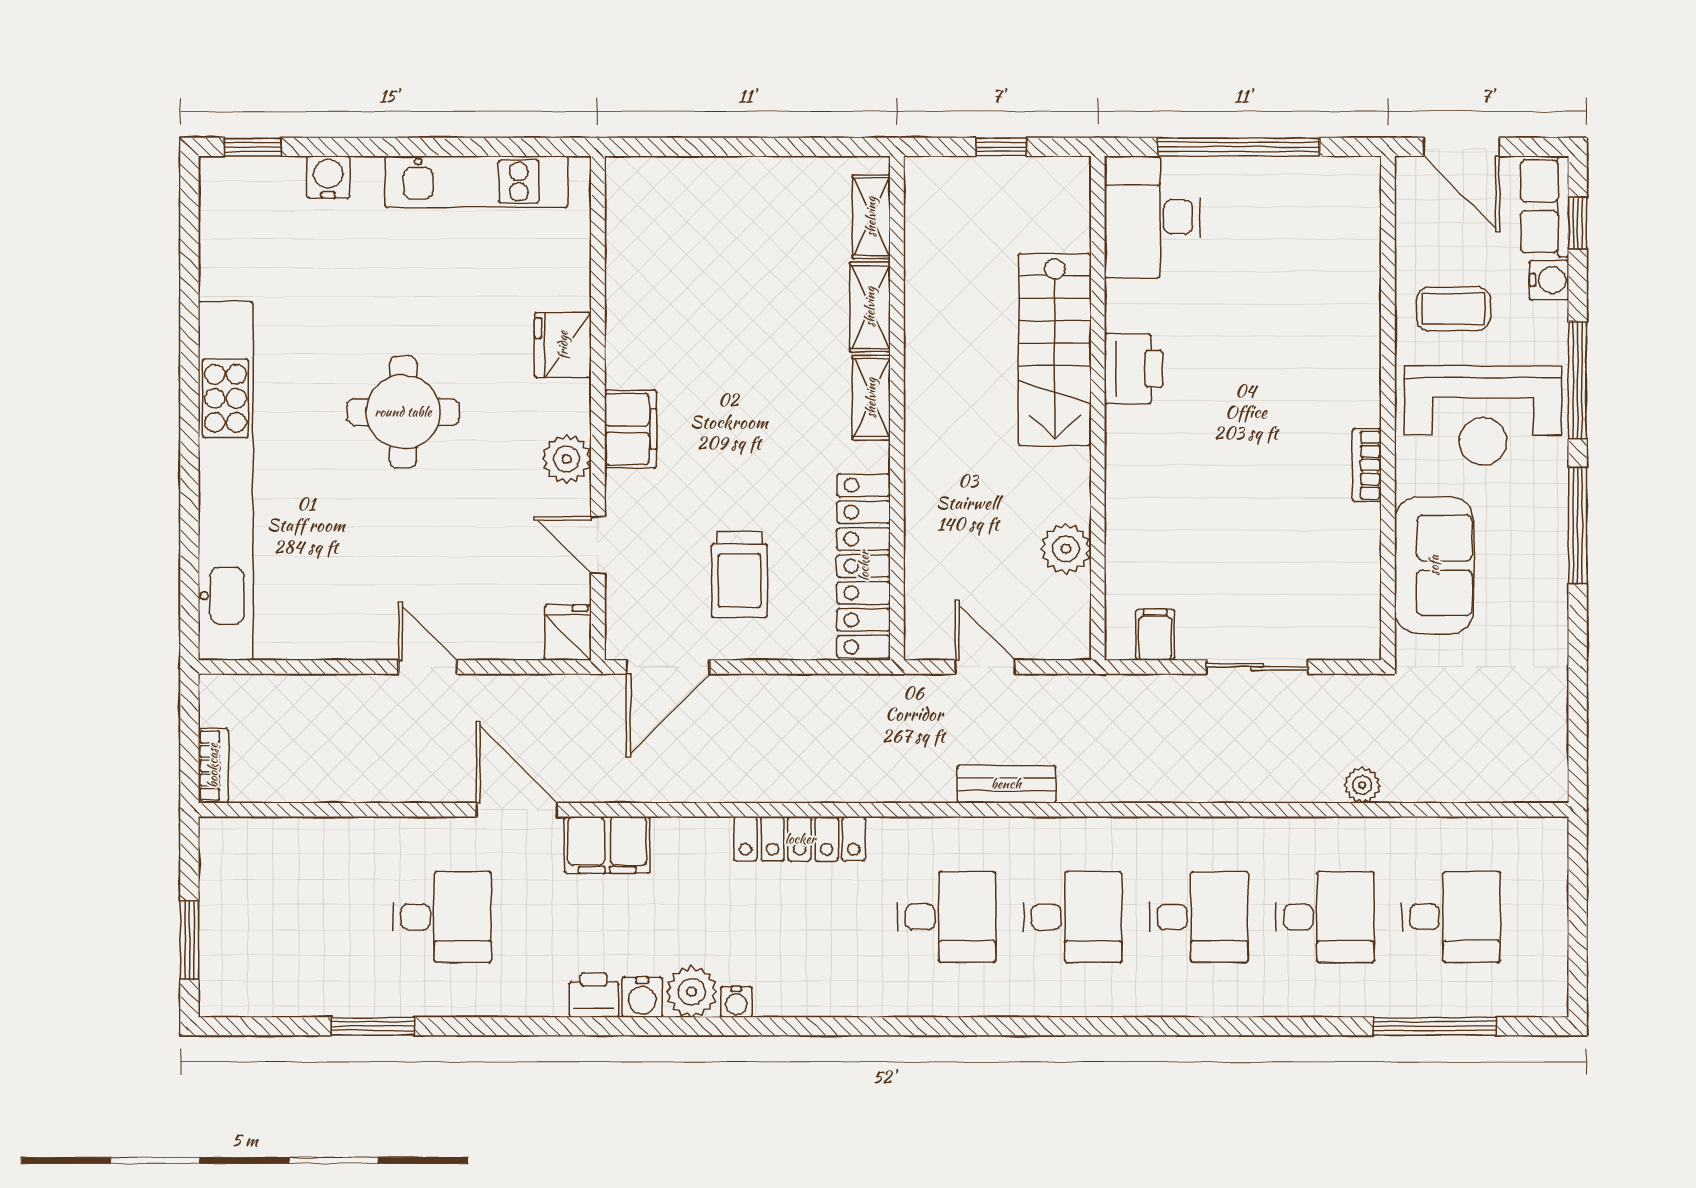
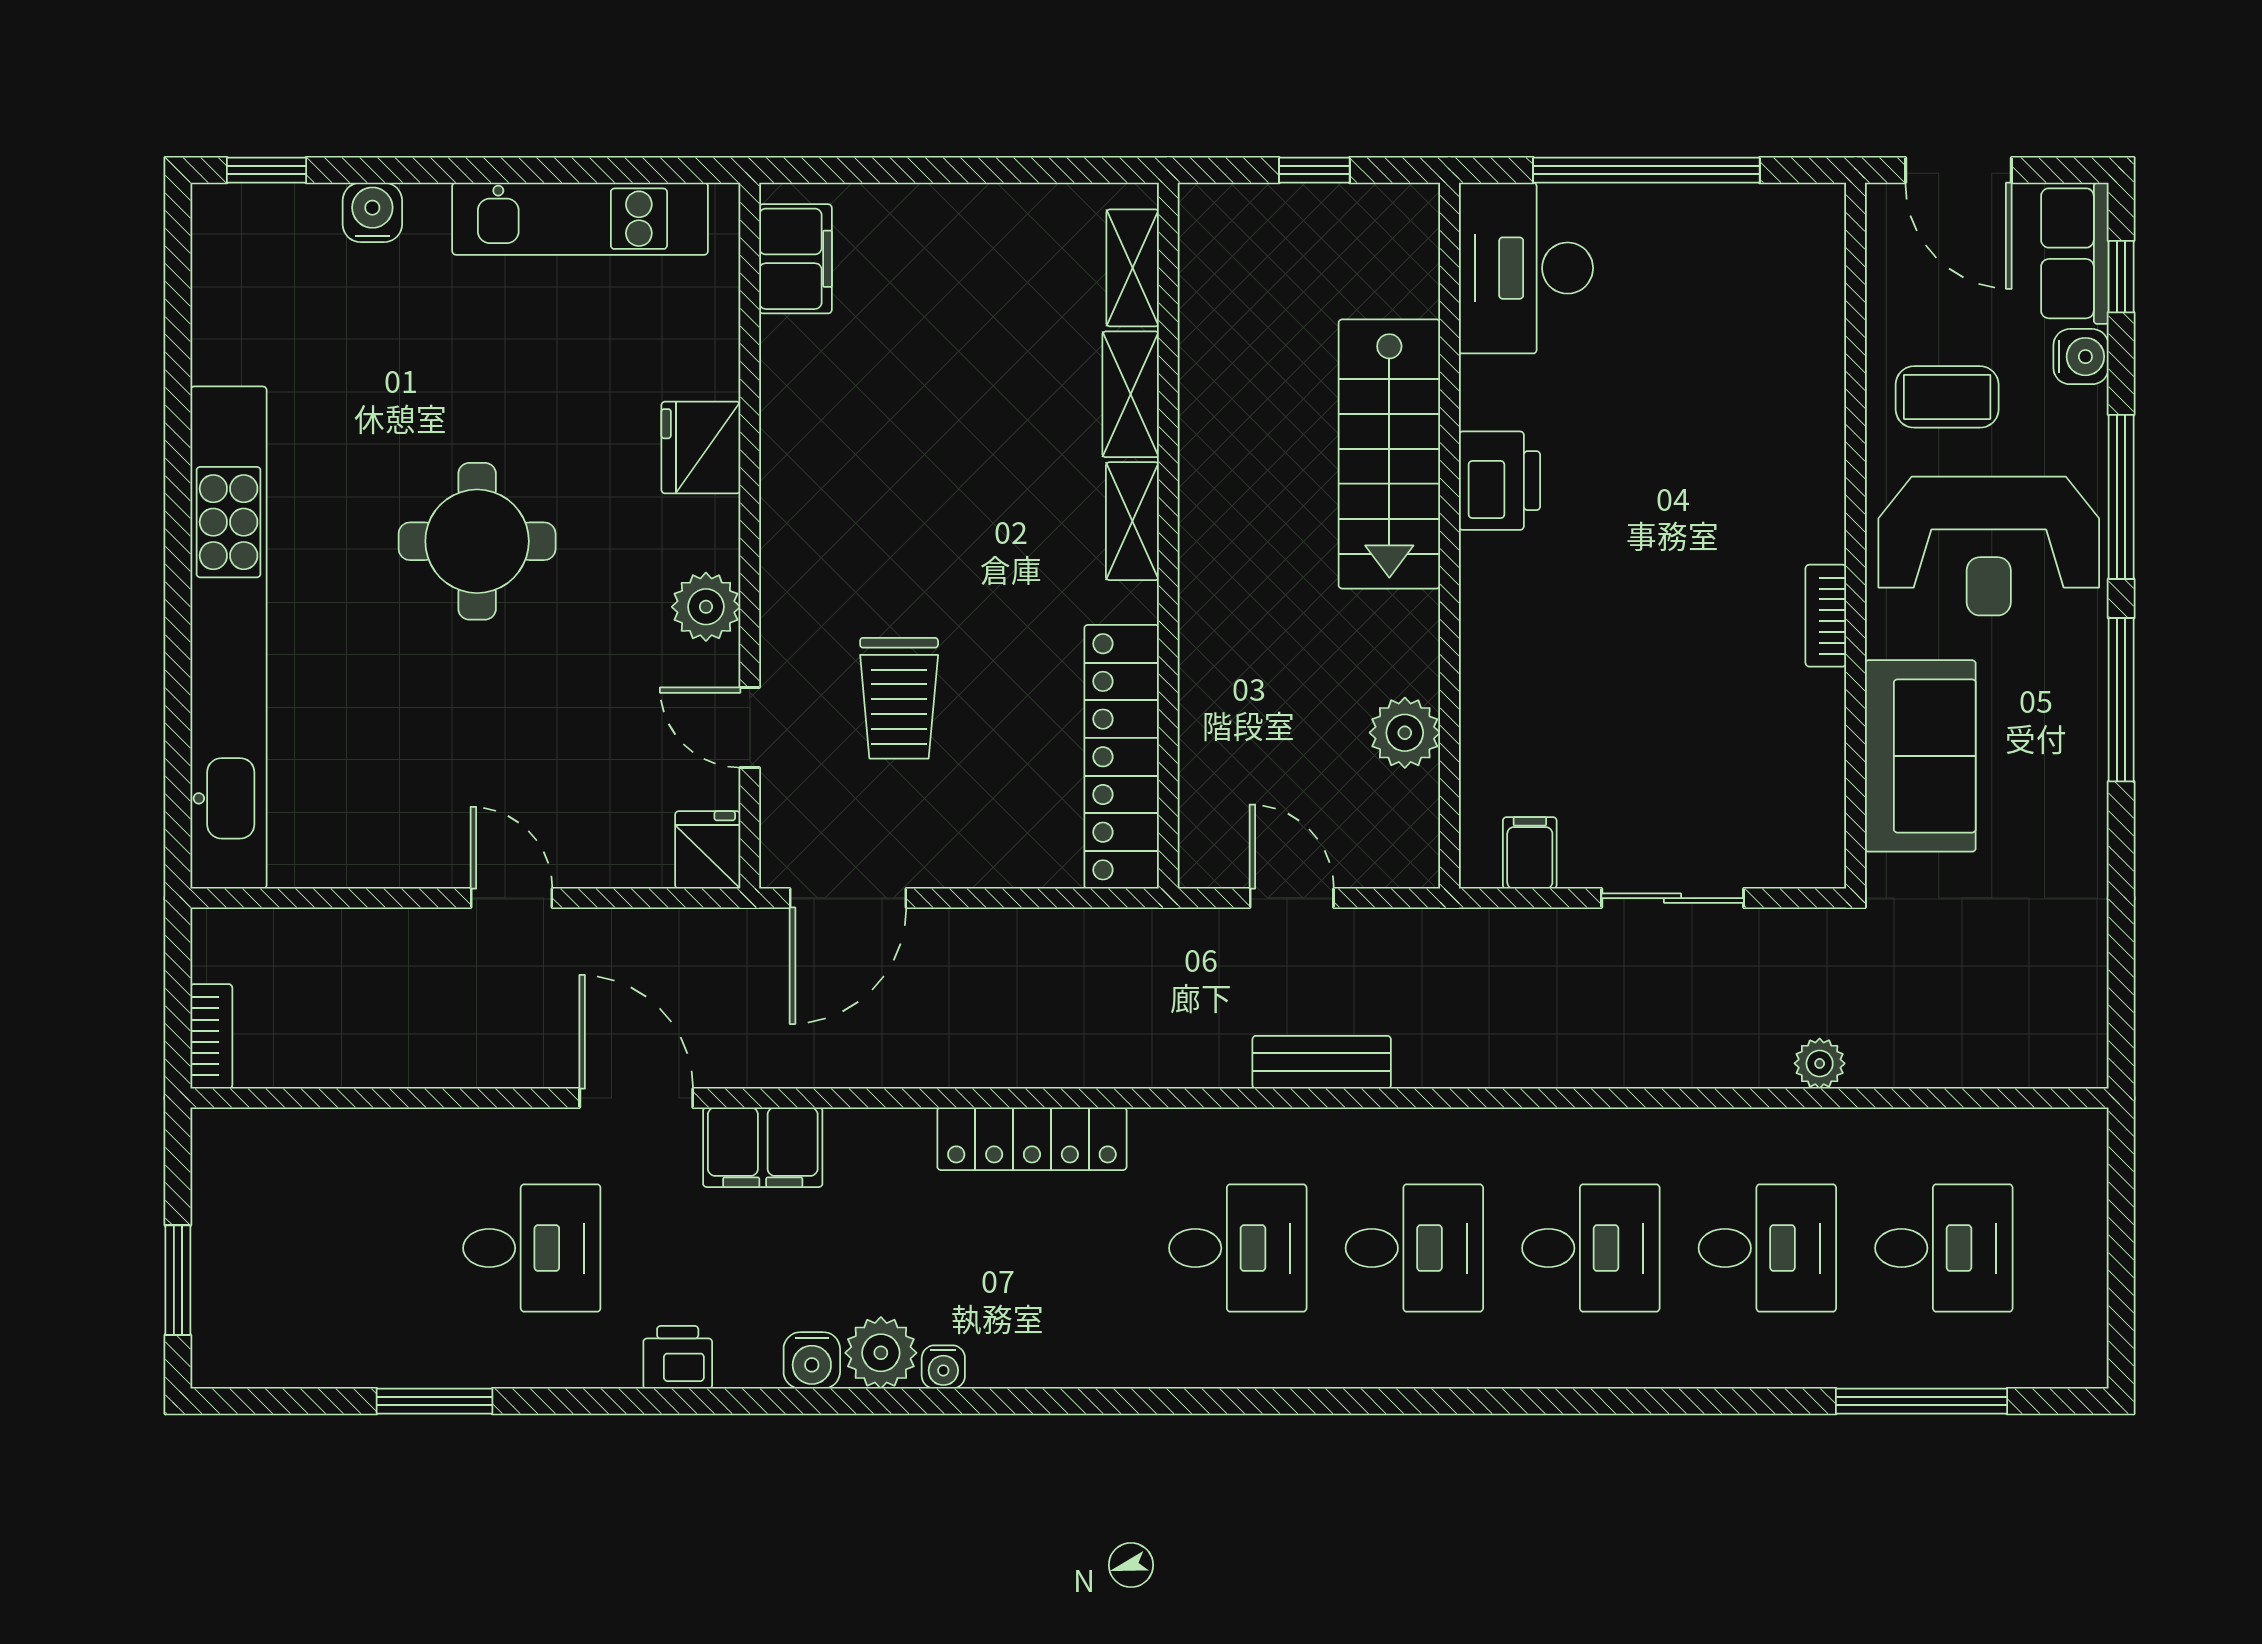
filing cabinet: (631, 429) -> (795, 259), moved
trolley: (739, 575) -> (899, 698), moved
printer: (594, 995) -> (678, 1357), moved

